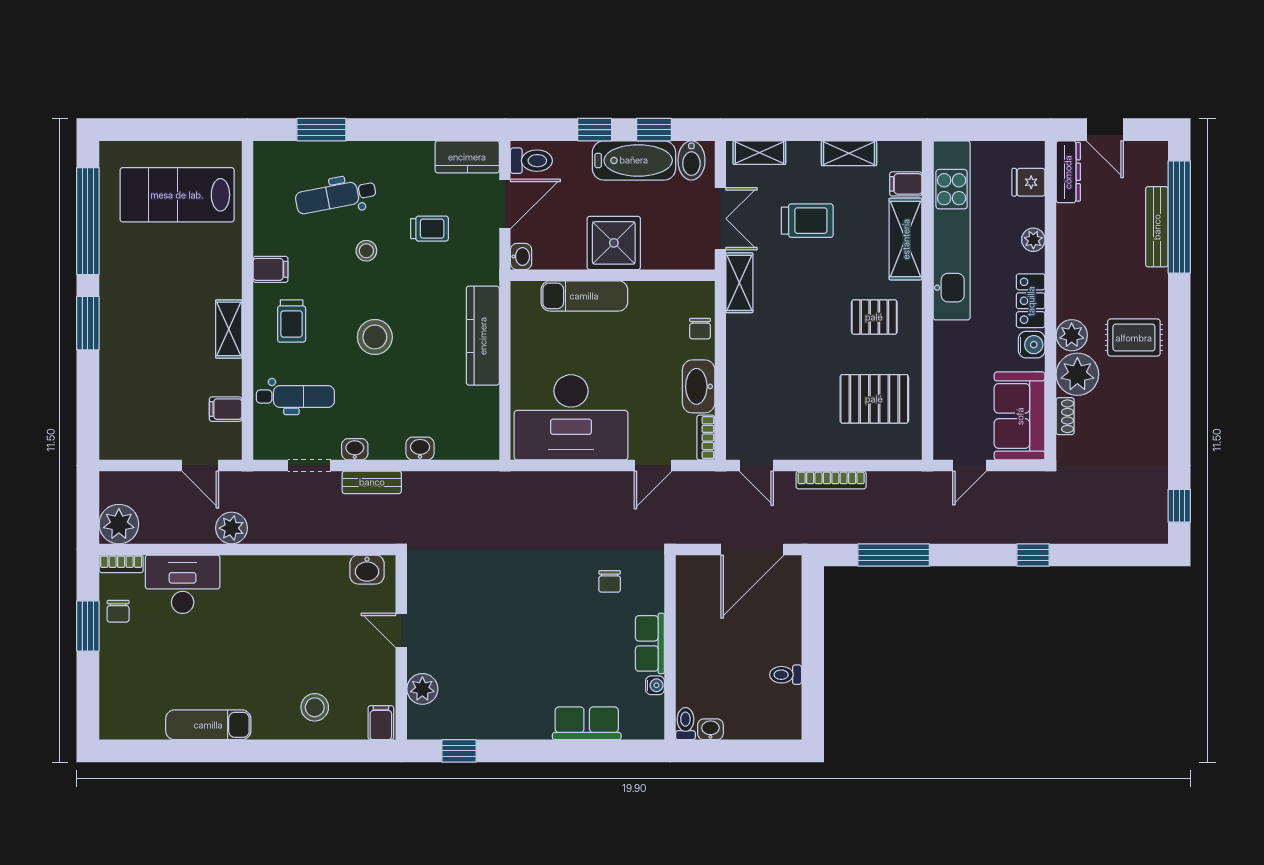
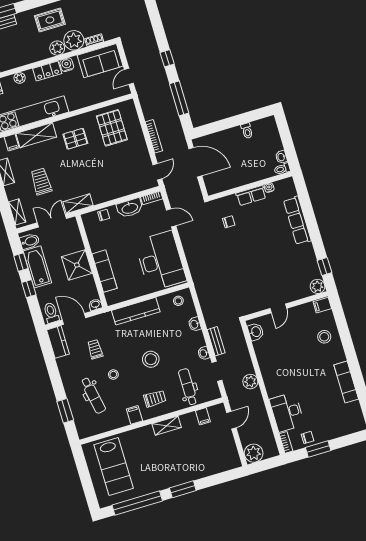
pallet: (874, 317) -> (75, 139), turned 90
rug: (1134, 338) -> (50, 20), turned 90
stool: (478, 429) -> (178, 301), added
door: (970, 465) -> (129, 76), swing flipped
plant: (119, 524) -> (254, 453), moved
plant: (232, 528) -> (250, 382), moved
window: (1033, 555) -> (167, 58), moved
plant: (422, 689) -> (318, 286), moved
row of seats: (587, 723) -> (297, 220), width x1.48

